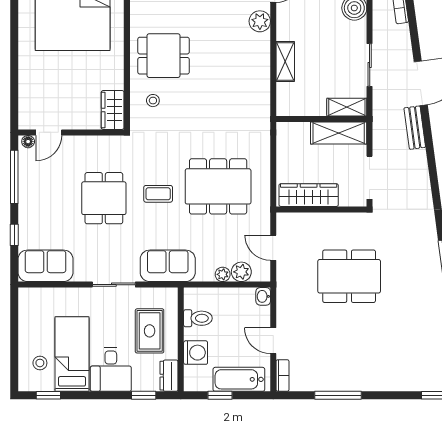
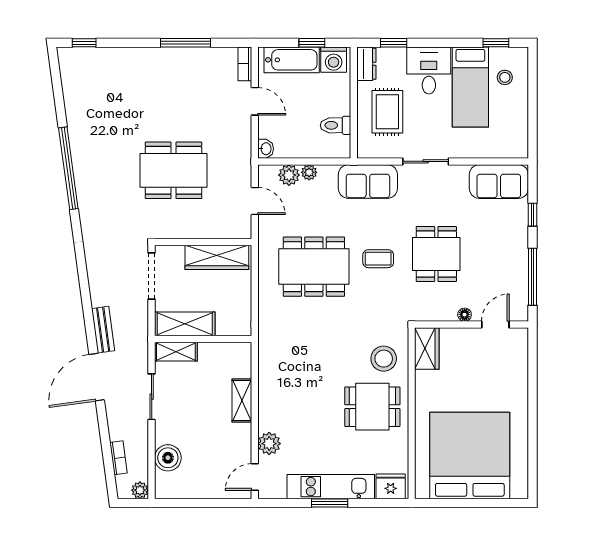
stool: (153, 101) -> (384, 359), width x1.89, depth x1.89
floor lamp: (28, 142) -> (465, 315), moved
washing machine: (196, 353) -> (334, 60), moved, turned -90

